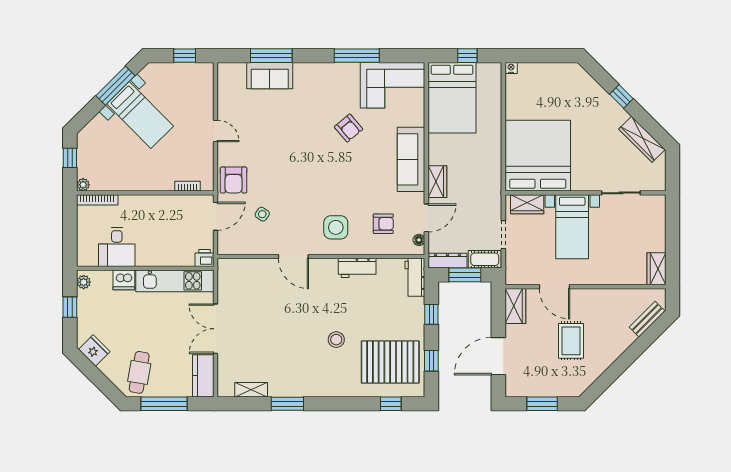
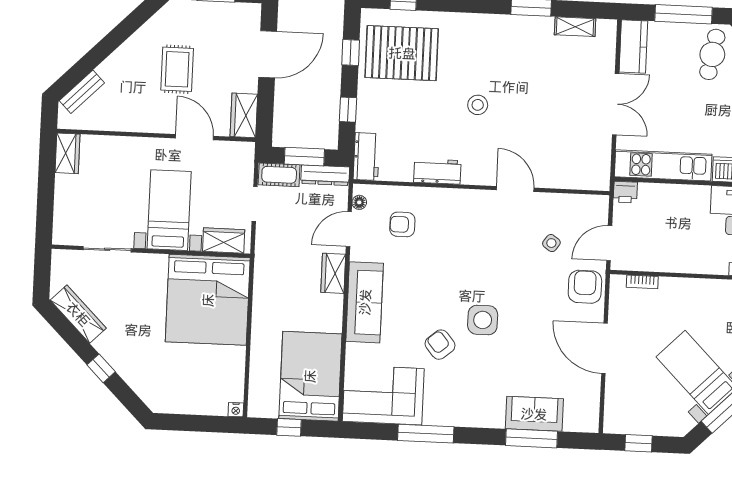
door: (215, 131) -> (604, 348), width x1.87
side table: (336, 227) -> (483, 320), moved
stool: (336, 340) -> (478, 105), moved

